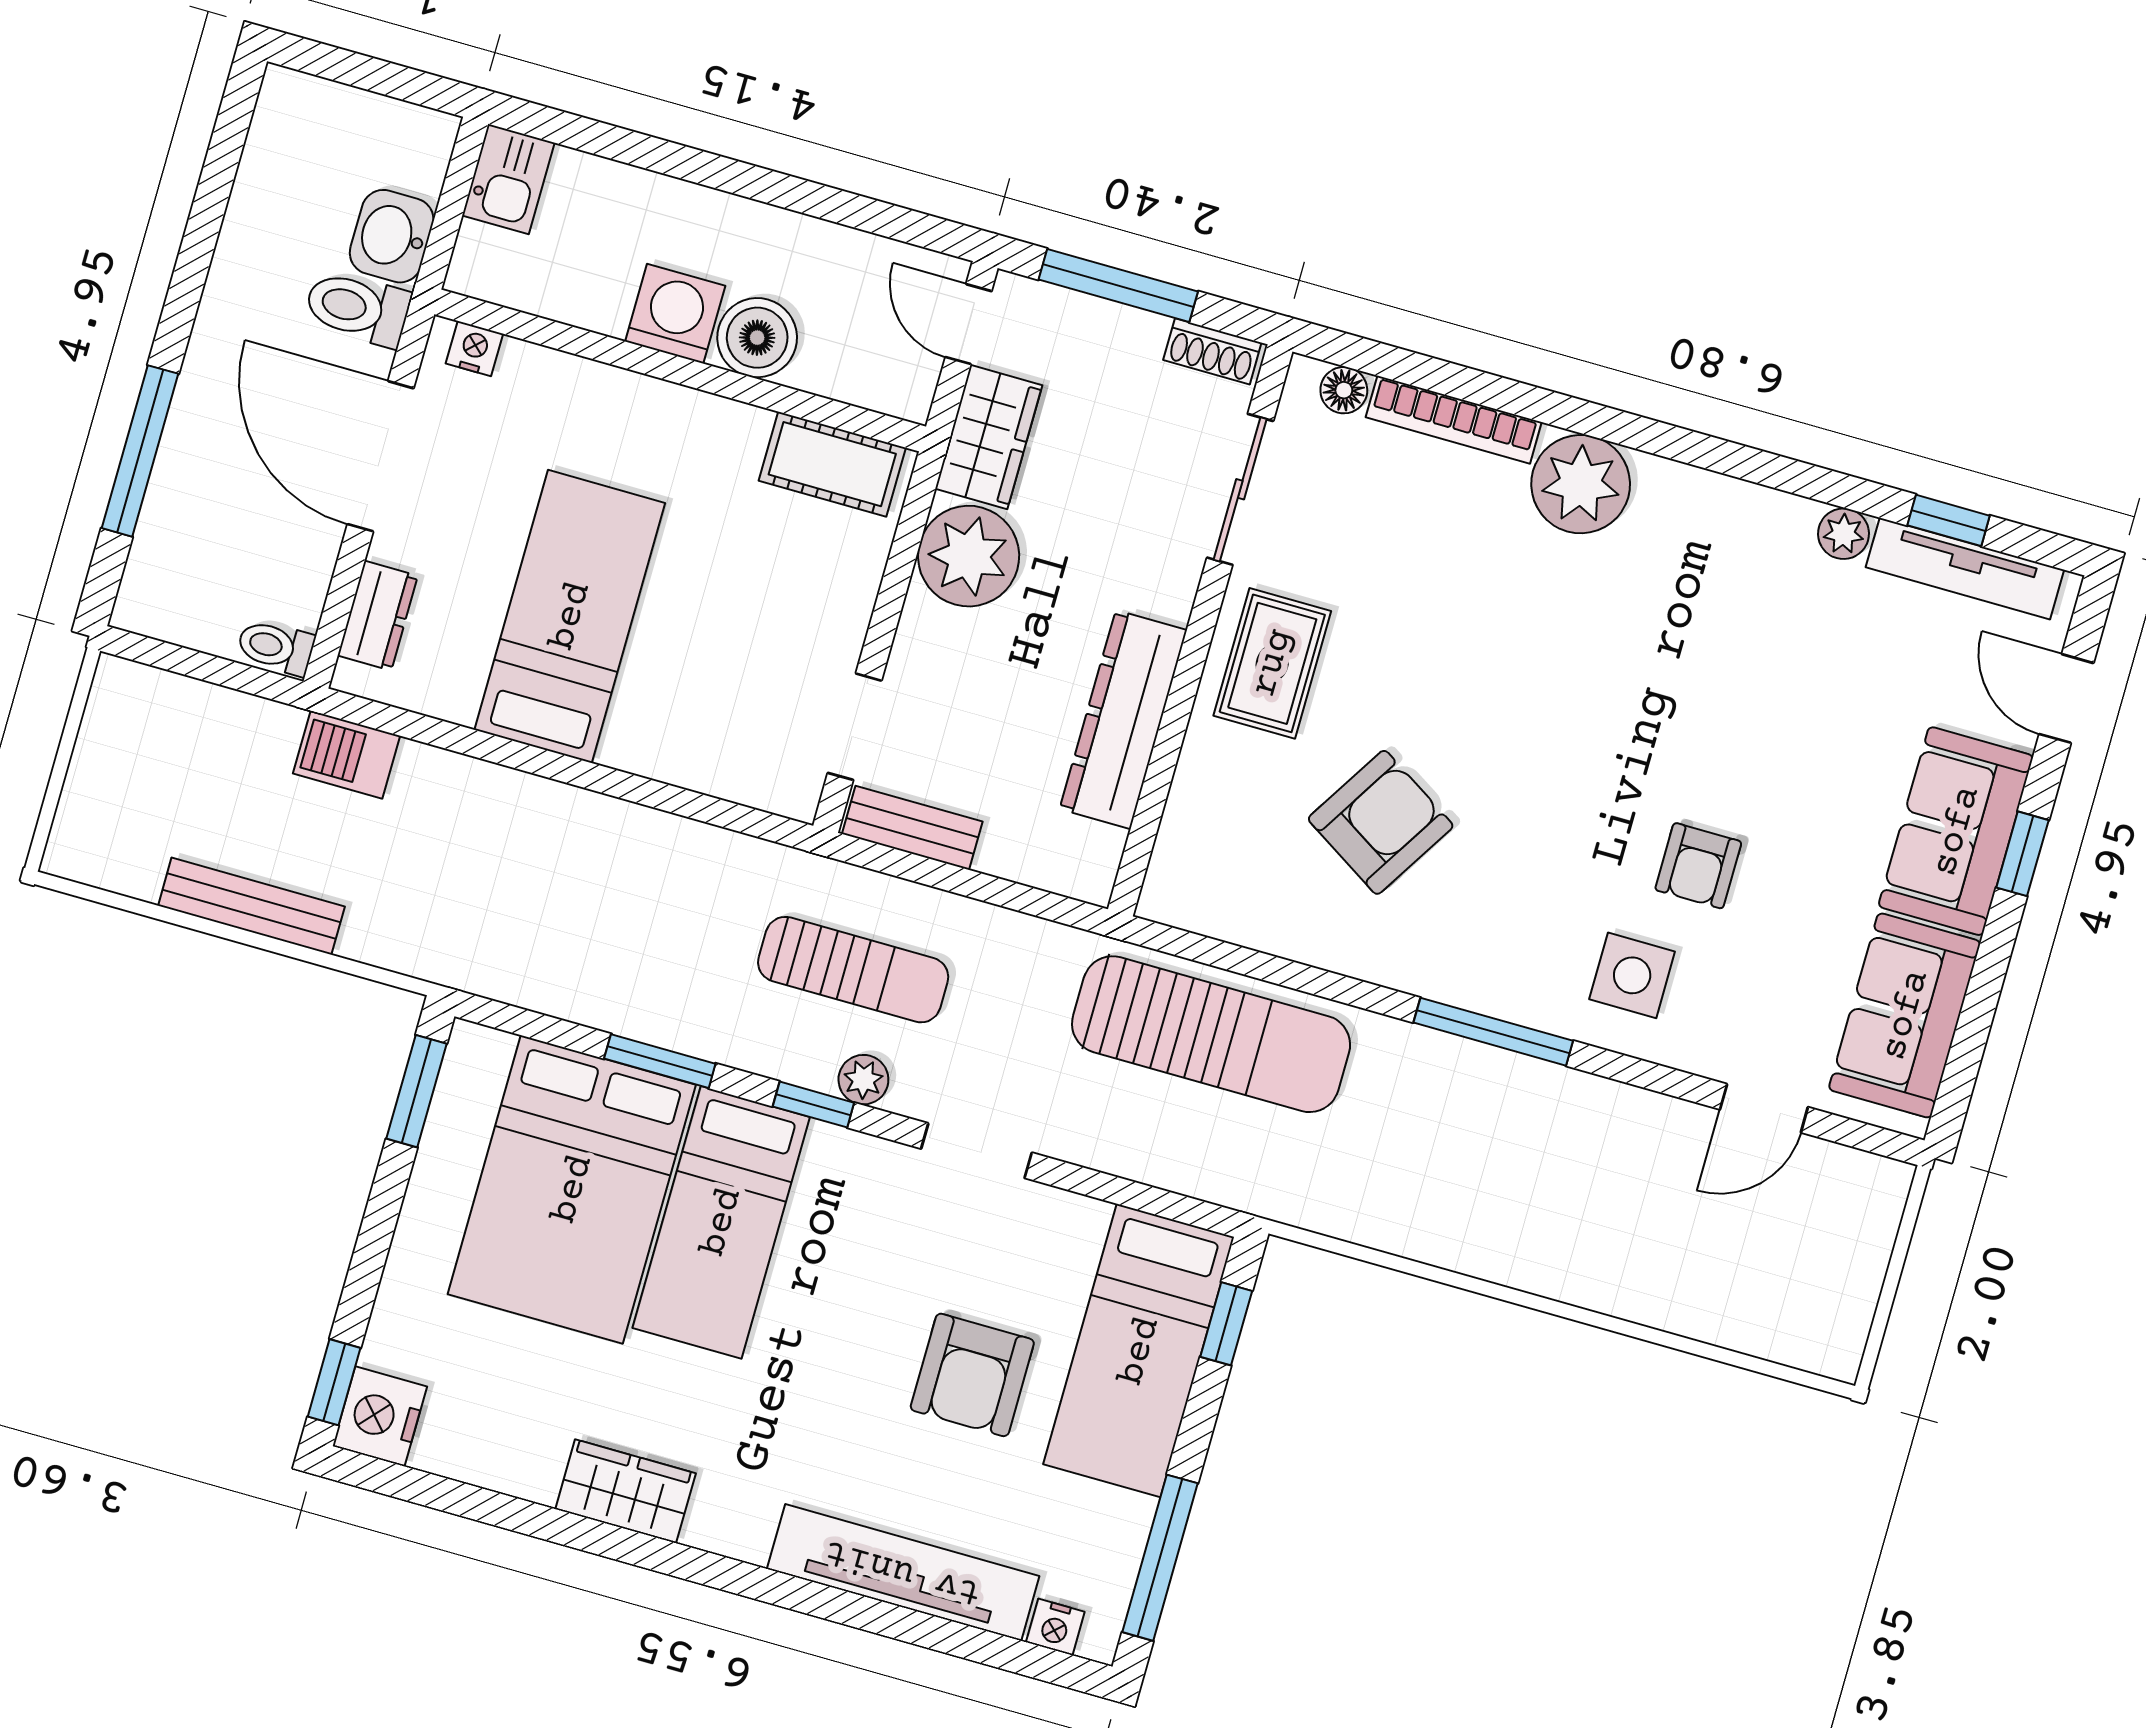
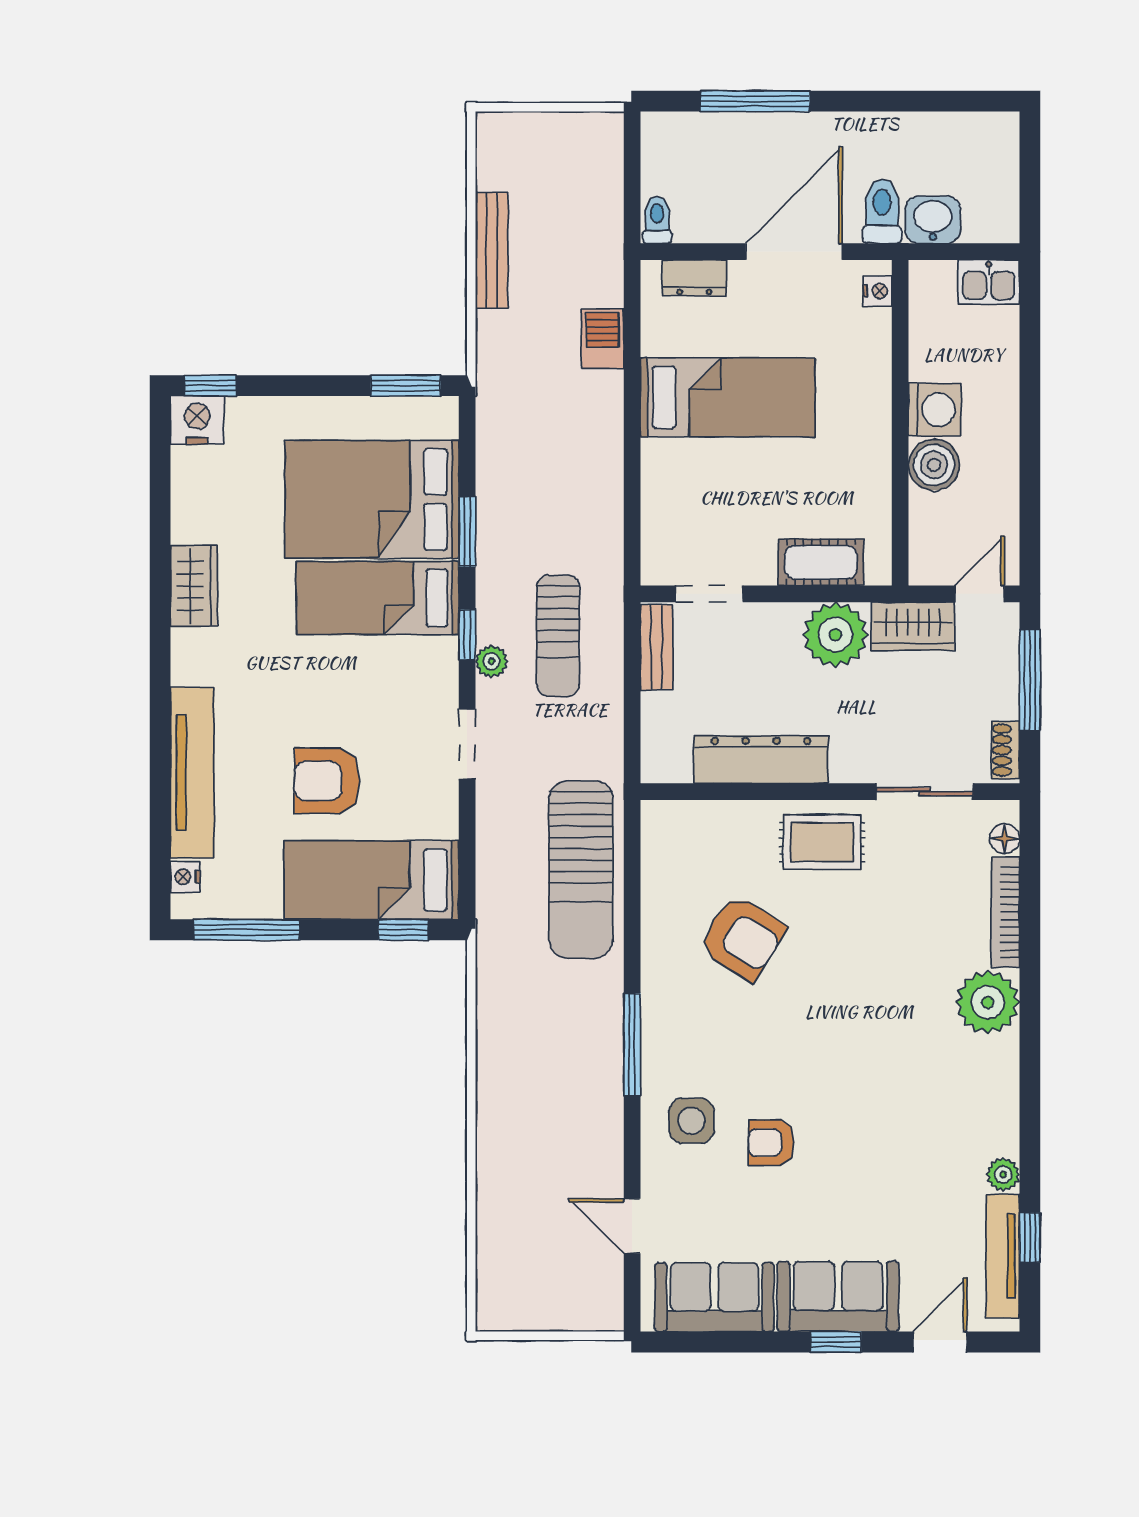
cot: (832, 464) -> (821, 562), moved, turned 90
barbecue: (346, 755) -> (603, 339), moved

